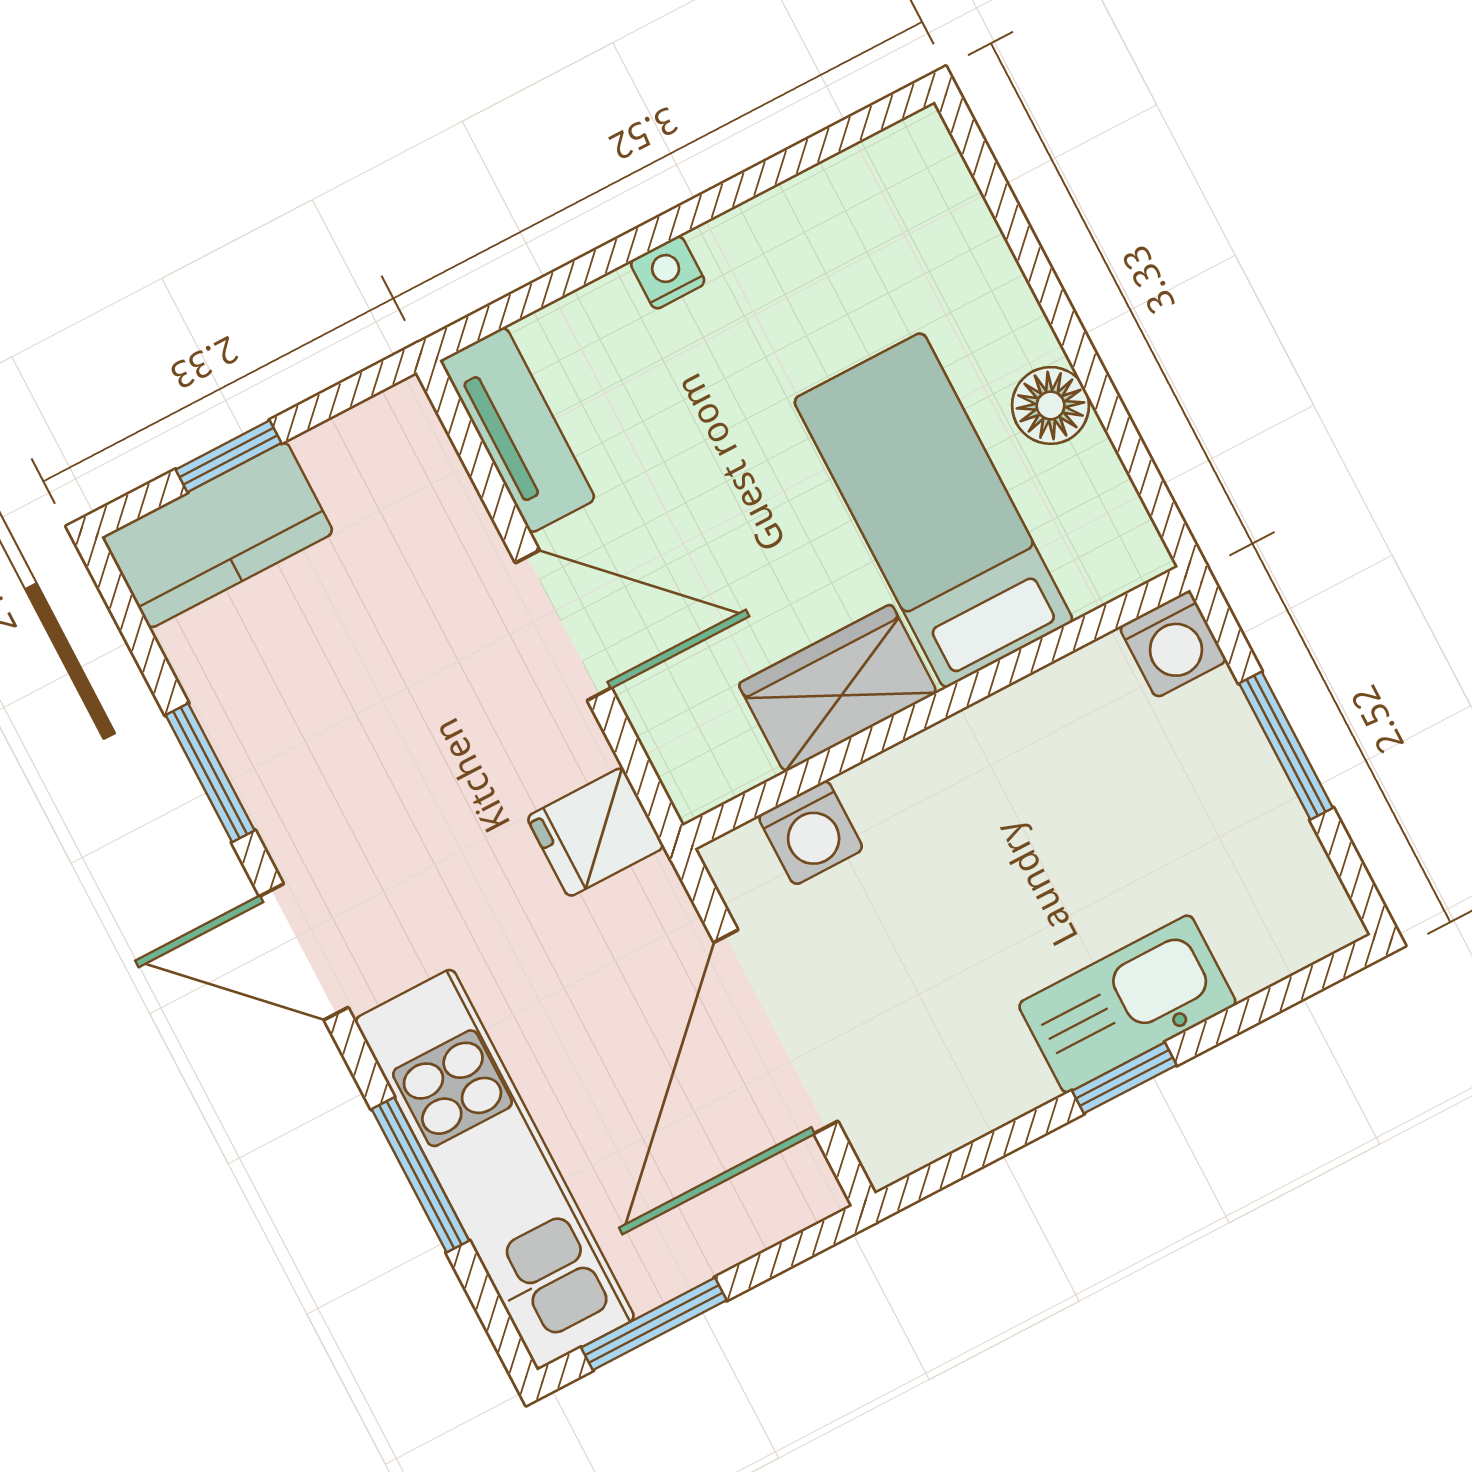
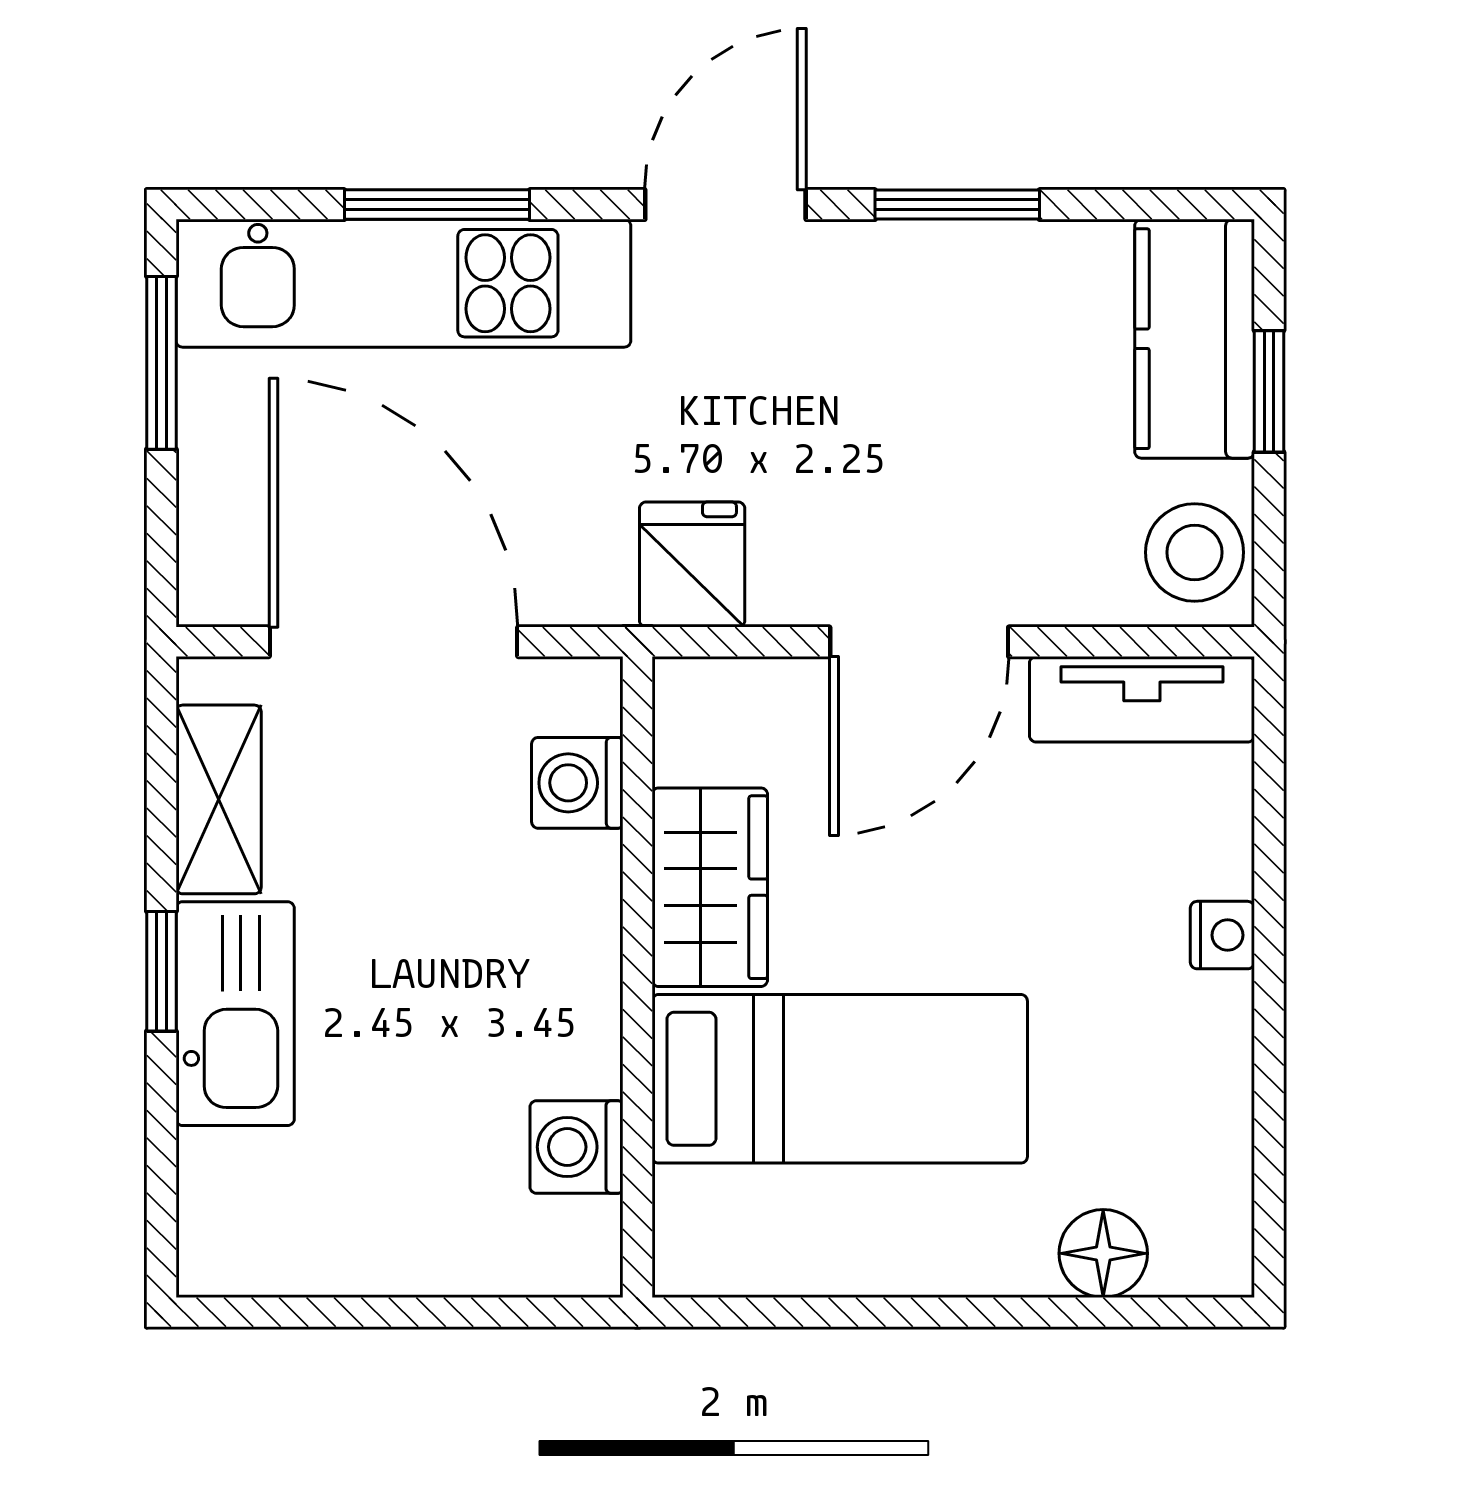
floor lamp: (1051, 405) -> (1103, 1253), moved
stool: (383, 449) -> (1195, 552), added
washing machine: (1173, 644) -> (576, 1147), moved
window: (1286, 746) -> (413, 1312), removed
shelving: (968, 1103) -> (219, 799), added

